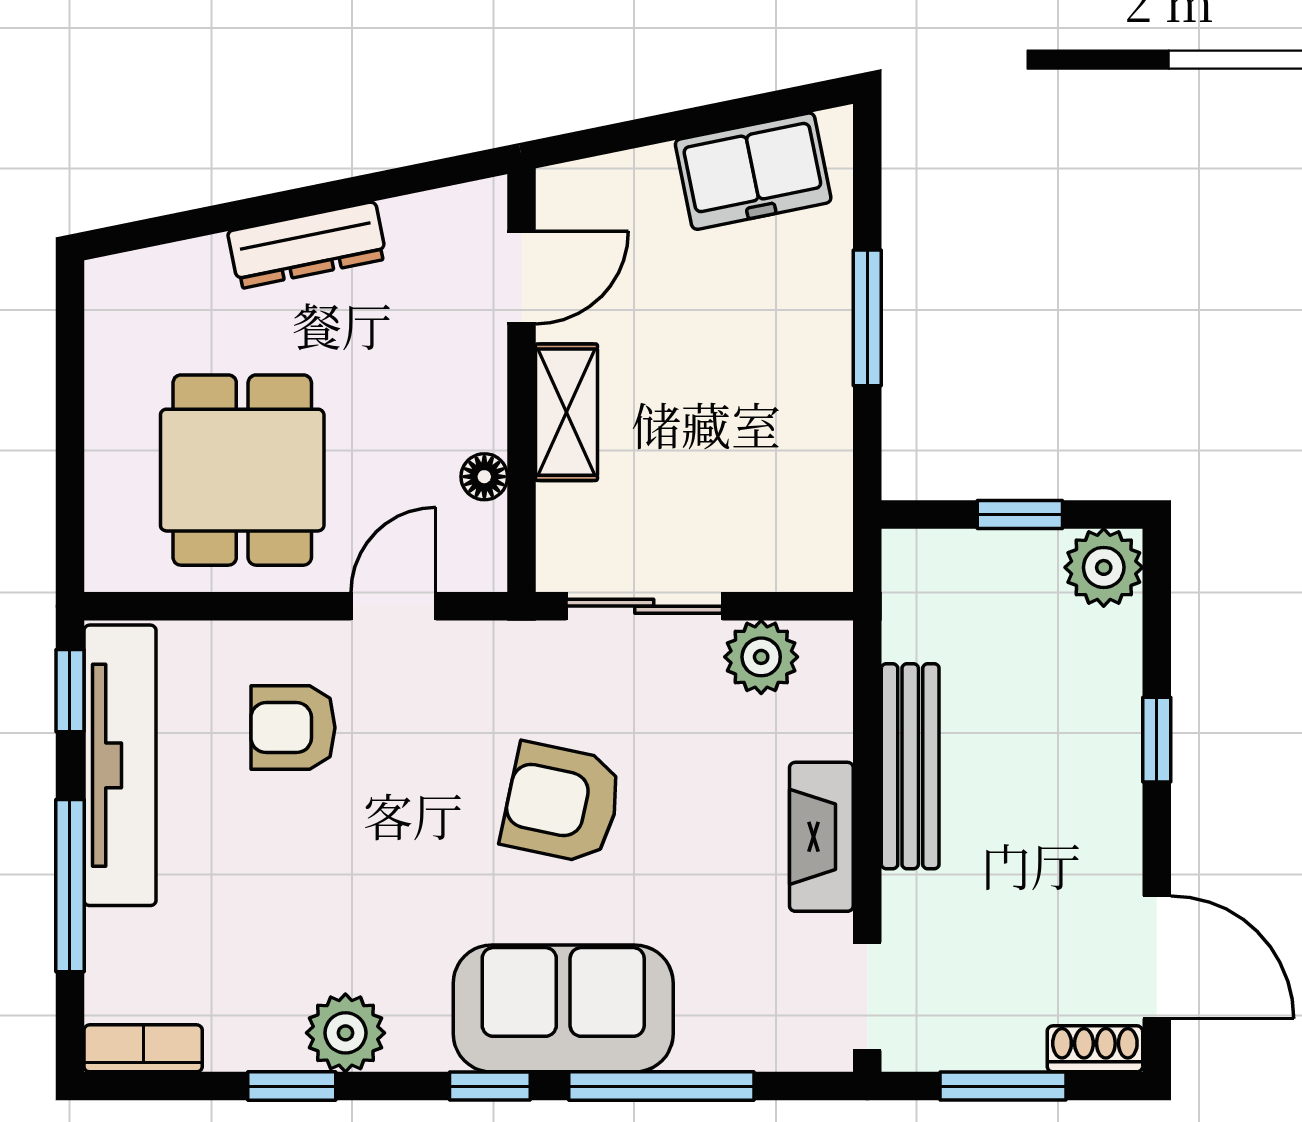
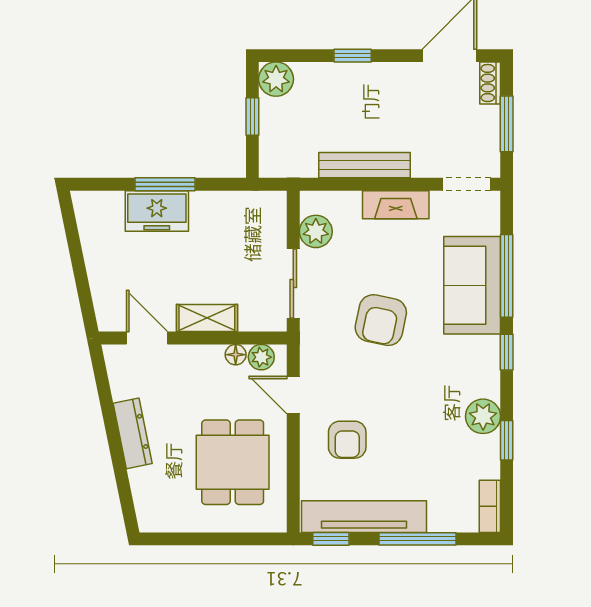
freezer: (753, 171) -> (157, 211), moved, turned 102
dining table: (242, 470) -> (233, 462), turned 90
plant: (479, 534) -> (261, 357), added
sofa: (563, 1008) -> (472, 285), moved

